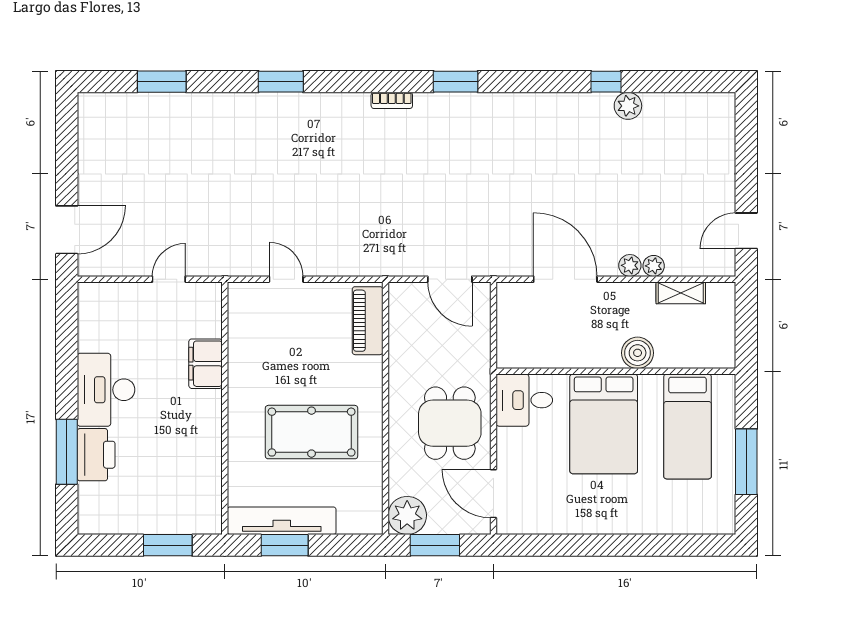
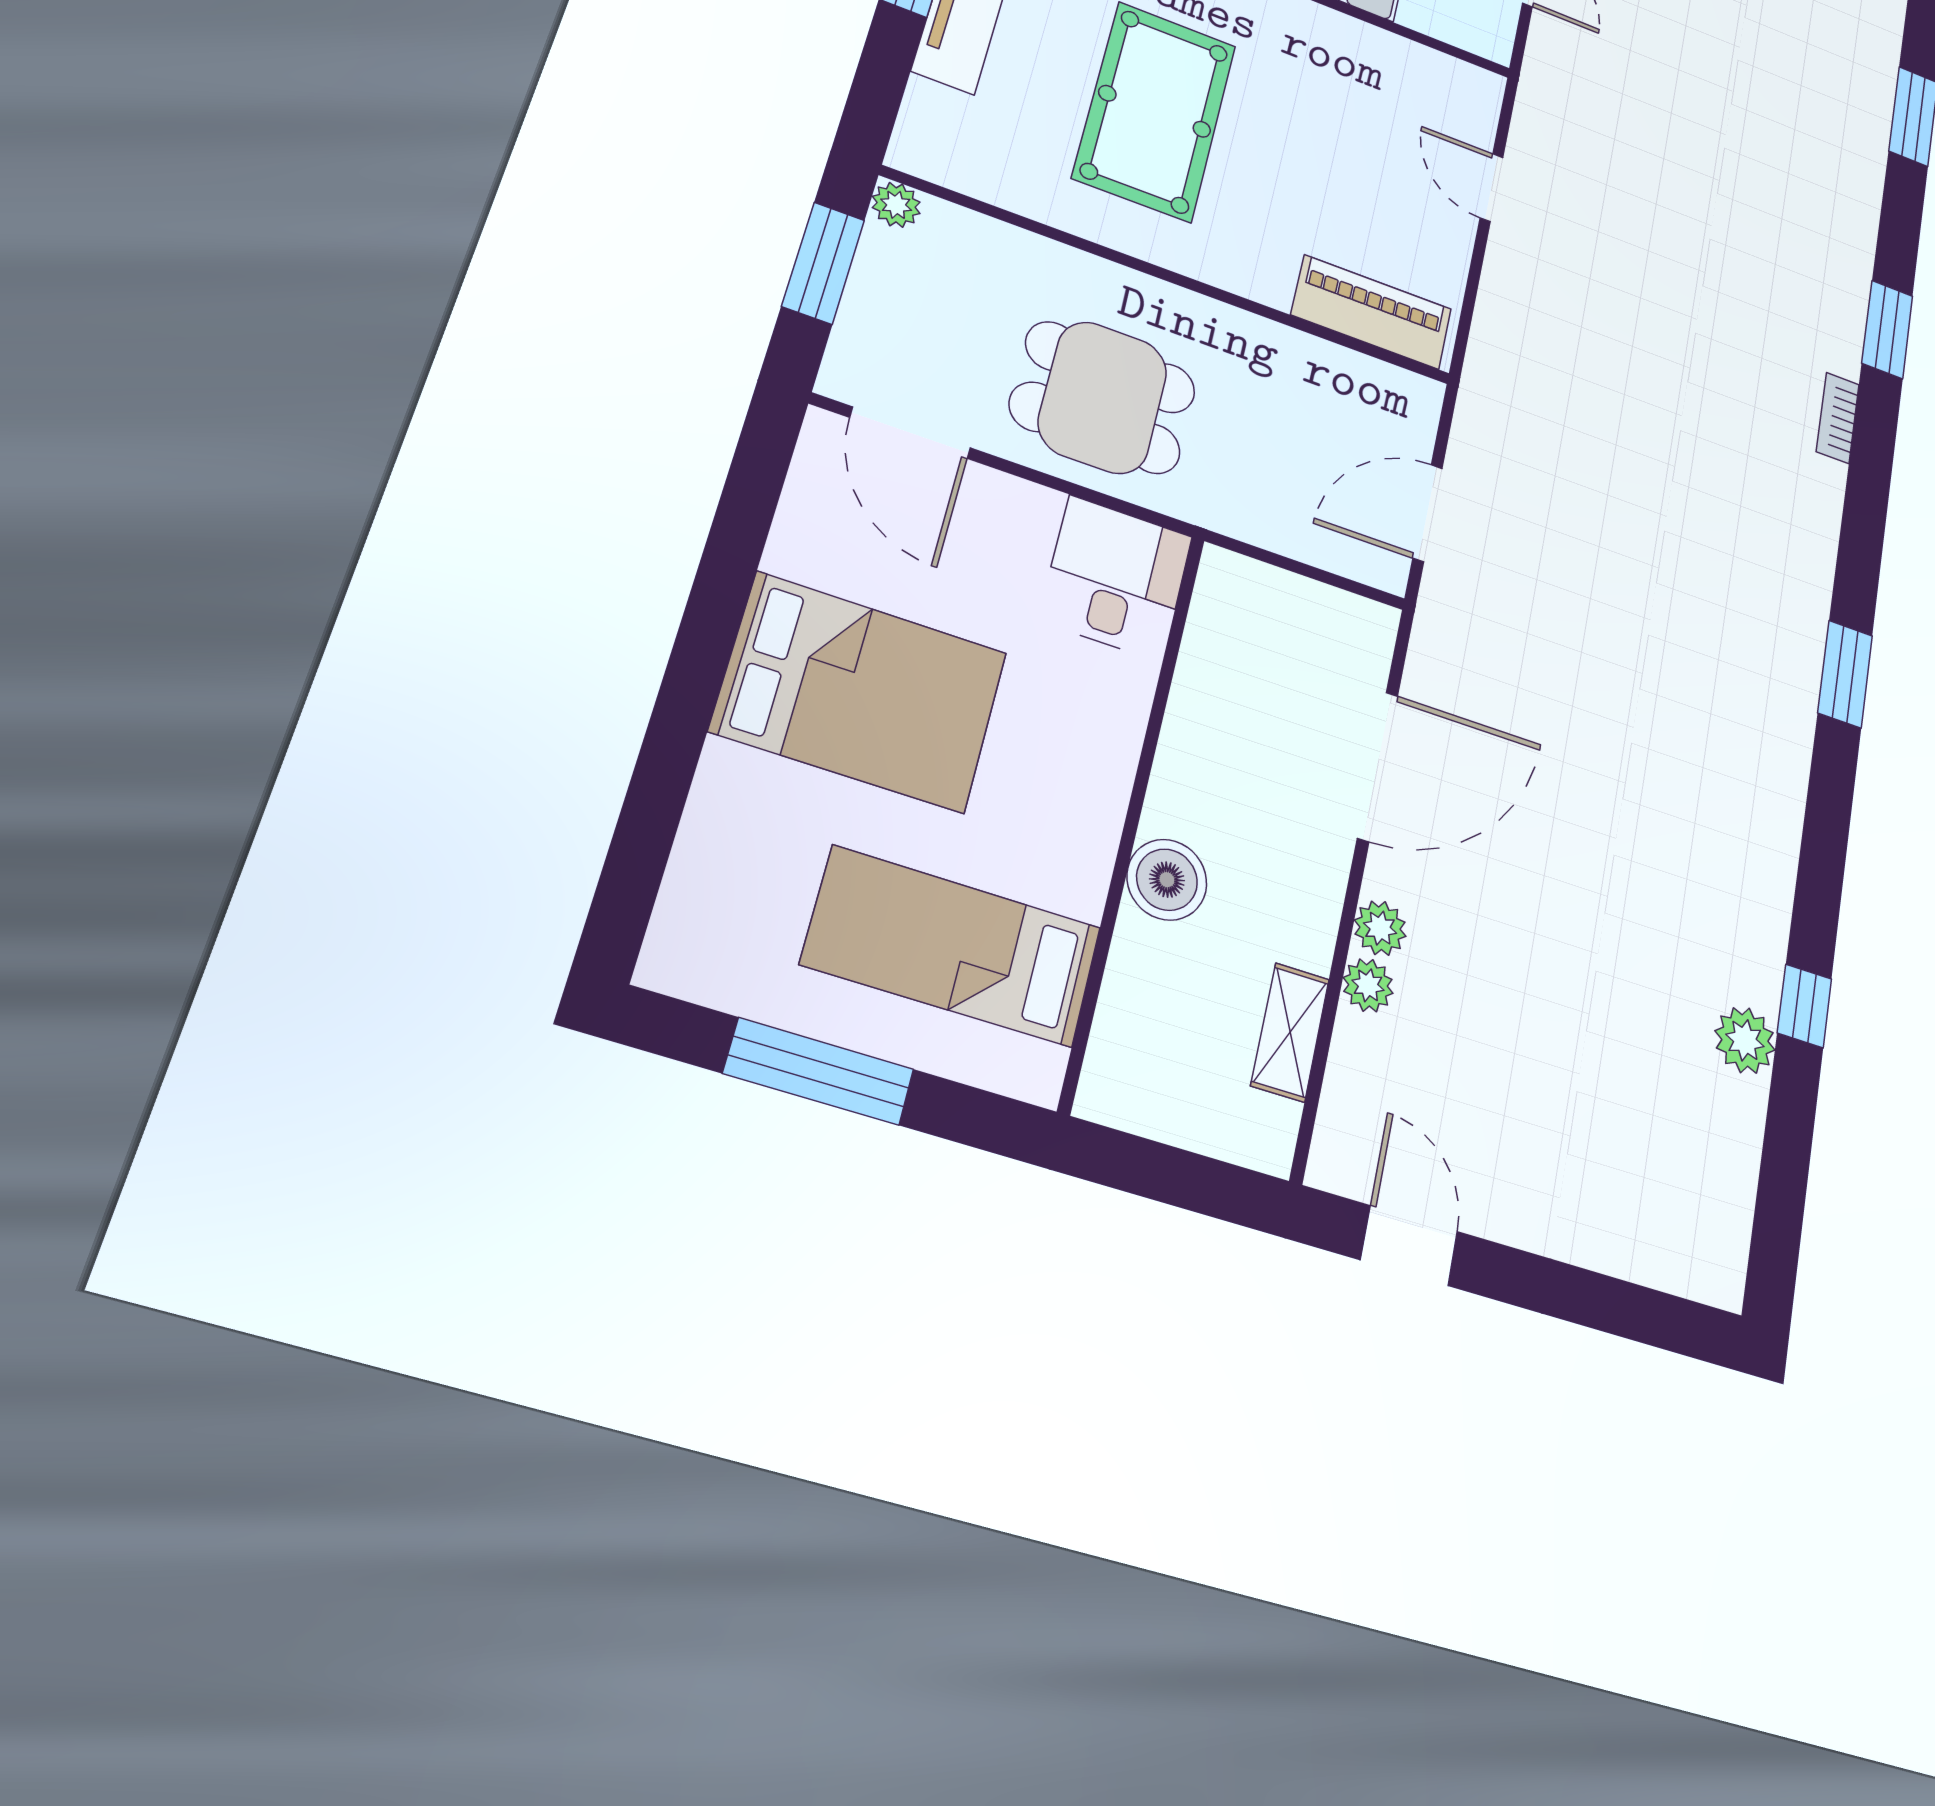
bookcase: (392, 100) -> (1838, 418), moved
door: (286, 279) -> (1492, 188), swing flipped
bed: (604, 424) -> (860, 692), moved, turned 180
door: (493, 494) -> (910, 433), swing flipped
plant: (407, 515) -> (896, 205), width x0.53, depth x0.53

